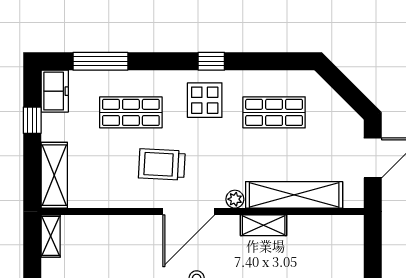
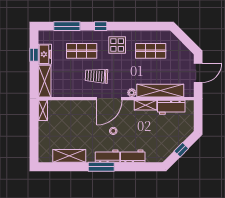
window: (211, 61) -> (101, 26), moved
freezer: (55, 91) -> (45, 54), moved
workbench: (317, 229) -> (171, 107), added

